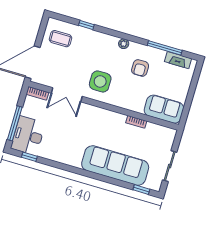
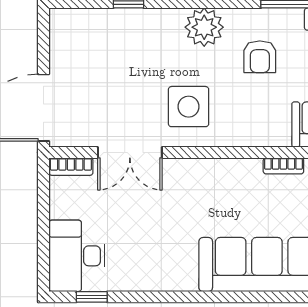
coffee table: (60, 39) -> (85, 45), removed
plant: (124, 44) -> (204, 27), width x1.88, depth x1.88
window: (15, 123) -> (44, 239), removed

